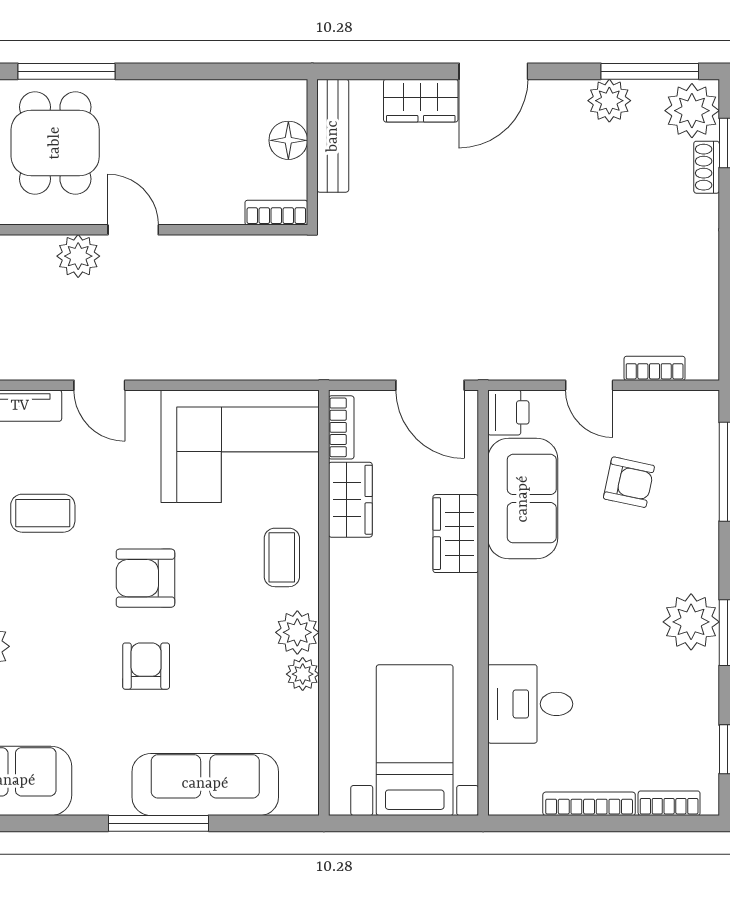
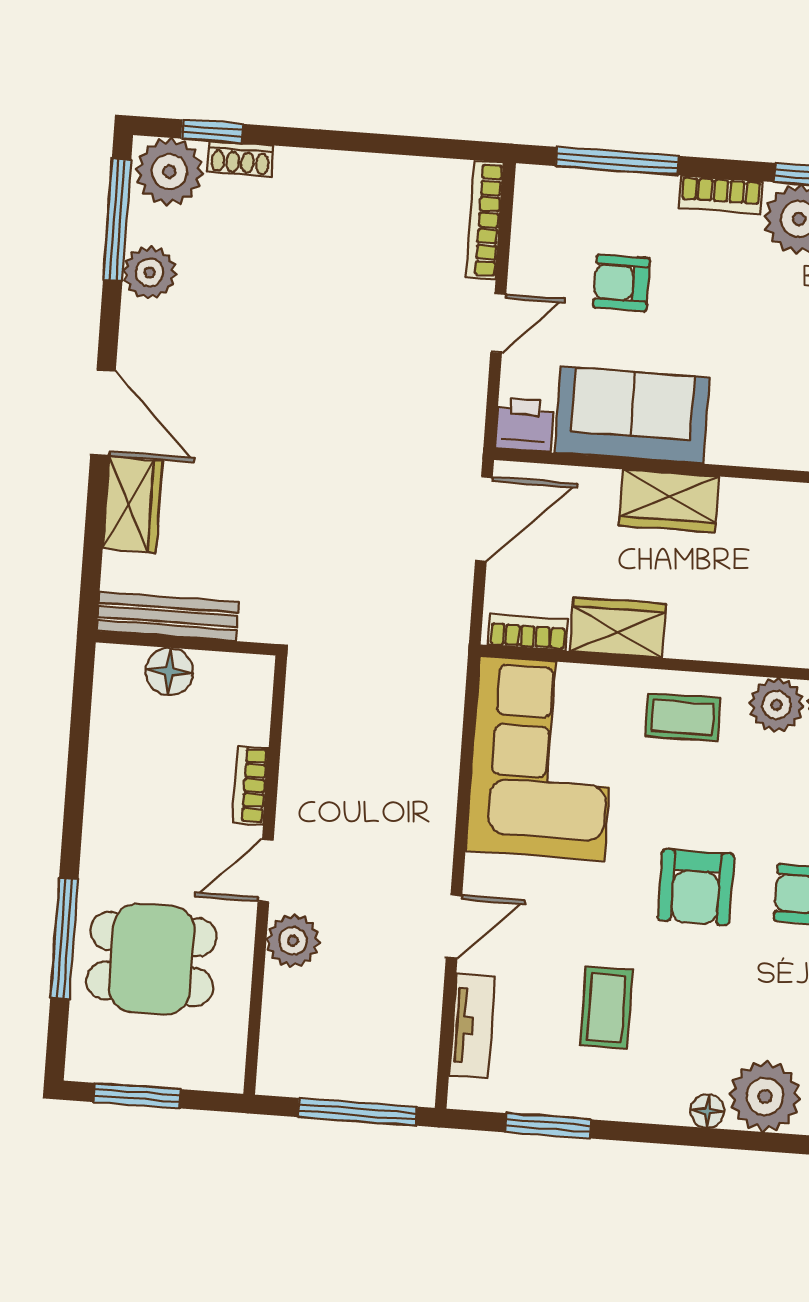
bookcase: (276, 213) -> (251, 785), moved
bookcase: (655, 368) -> (485, 220), width x1.56
armchair: (629, 482) -> (621, 283), turned -102
bookcase: (706, 557) -> (721, 195), added

